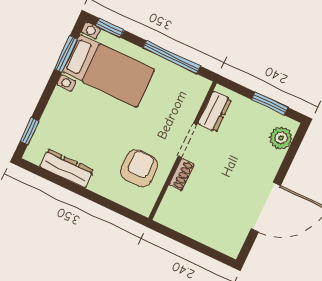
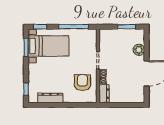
dresser: (215, 112) -> (104, 94), moved
plant: (281, 138) -> (139, 50), moved

